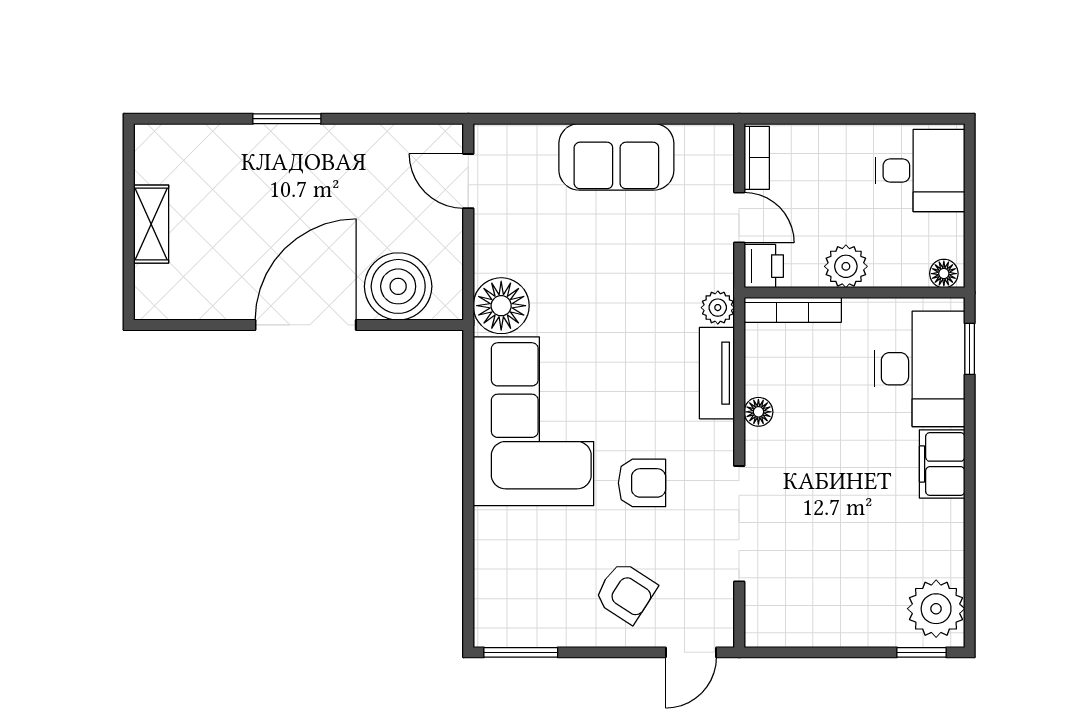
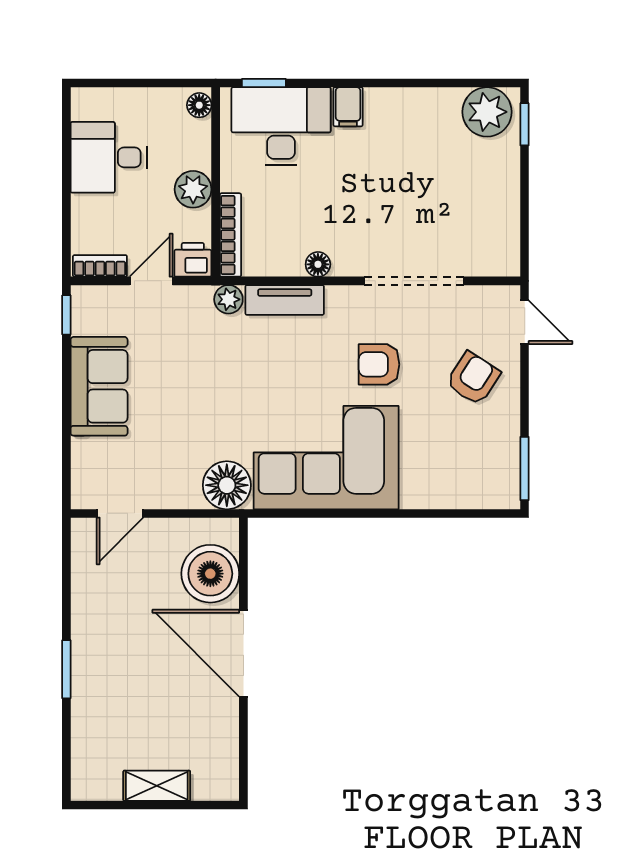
window: (700, 119) -> (66, 315), added
desk: (920, 171) -> (109, 157), moved, turned -90
filing cabinet: (942, 464) -> (348, 107), width x0.50
armchair: (642, 483) -> (379, 364), turned -90

